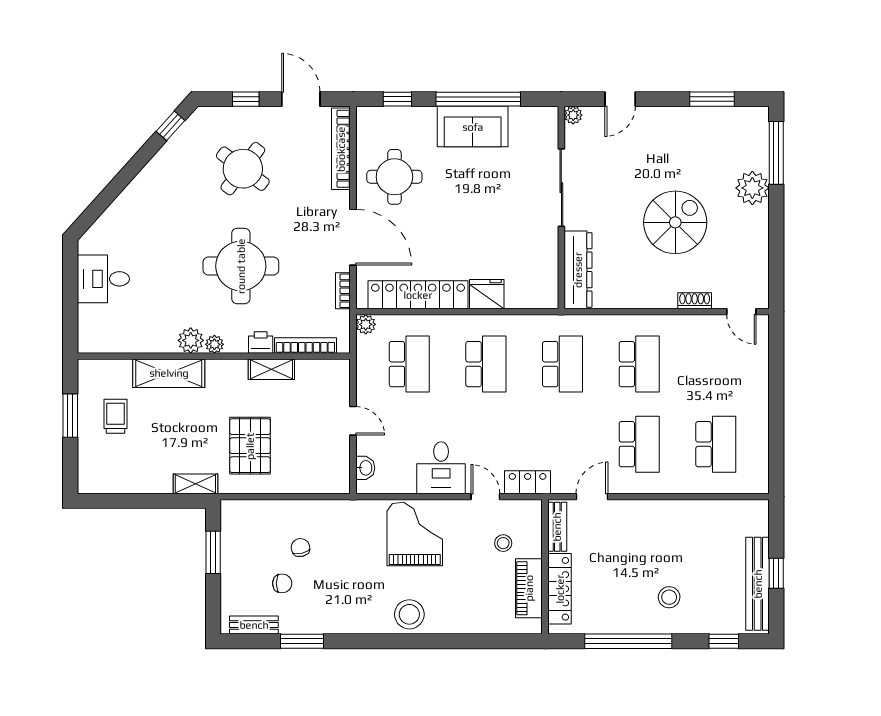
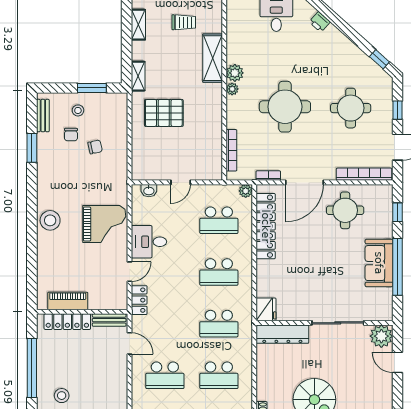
plant: (573, 115) -> (381, 336), width x1.88, depth x1.88
round table: (243, 169) -> (351, 108), turned -37
fridge: (487, 294) -> (266, 309), moved
printer: (261, 342) -> (320, 22), moved, turned 132
shelving: (271, 369) -> (138, 25), moved
stool: (503, 543) -> (78, 110), moved

